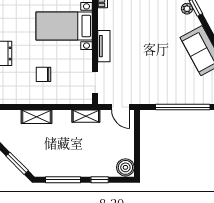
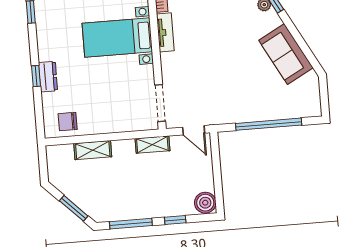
tv unit: (104, 46) -> (165, 32), moved
chair: (43, 74) -> (68, 122), moved
doorway: (95, 83) -> (160, 103), width x1.38

